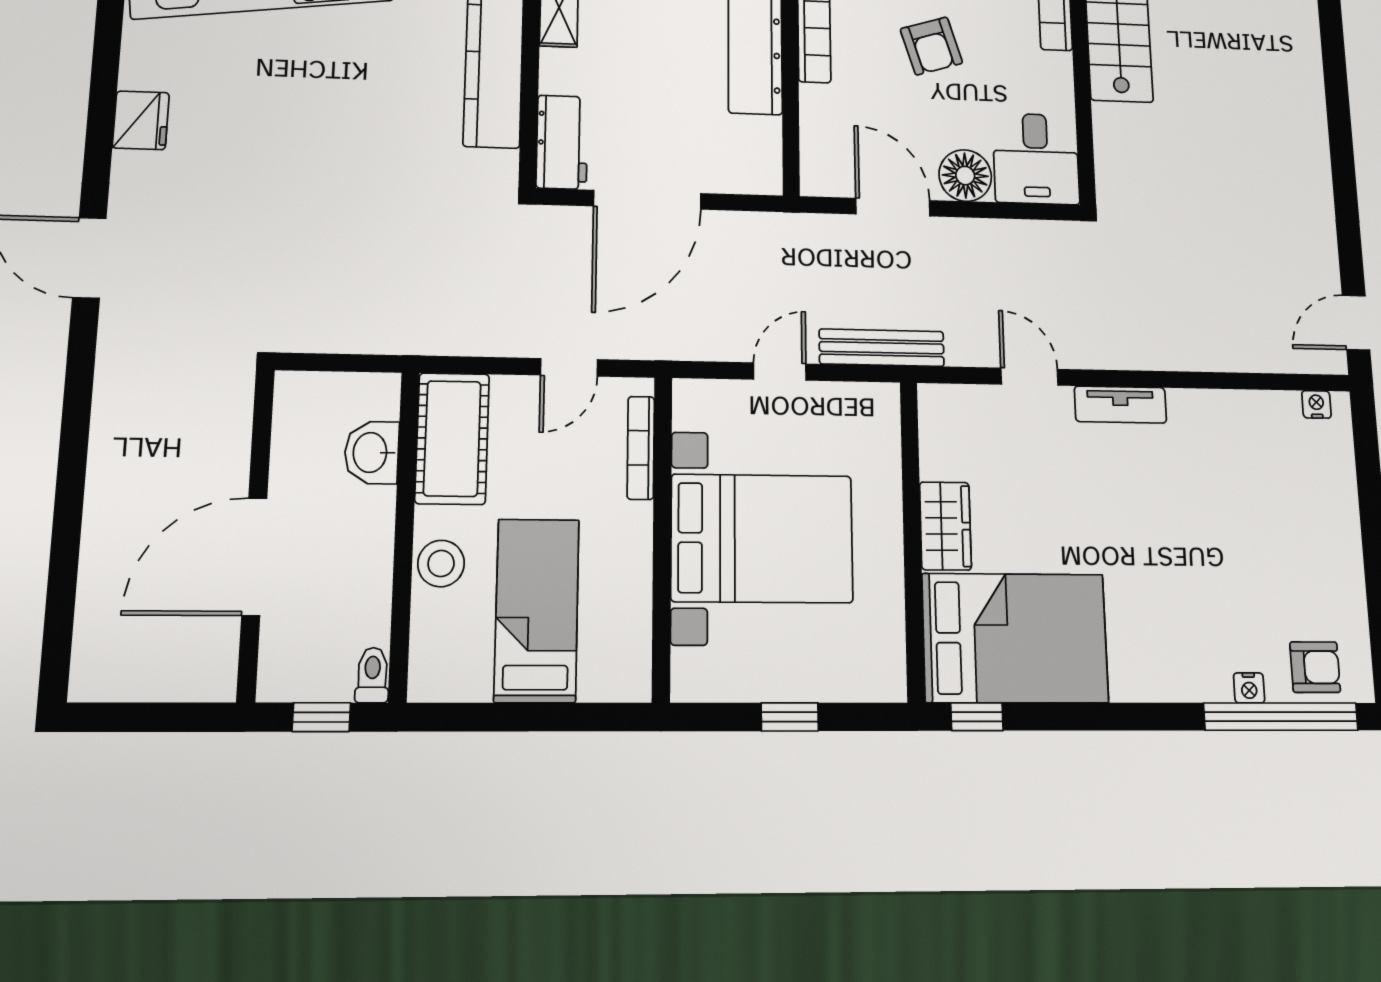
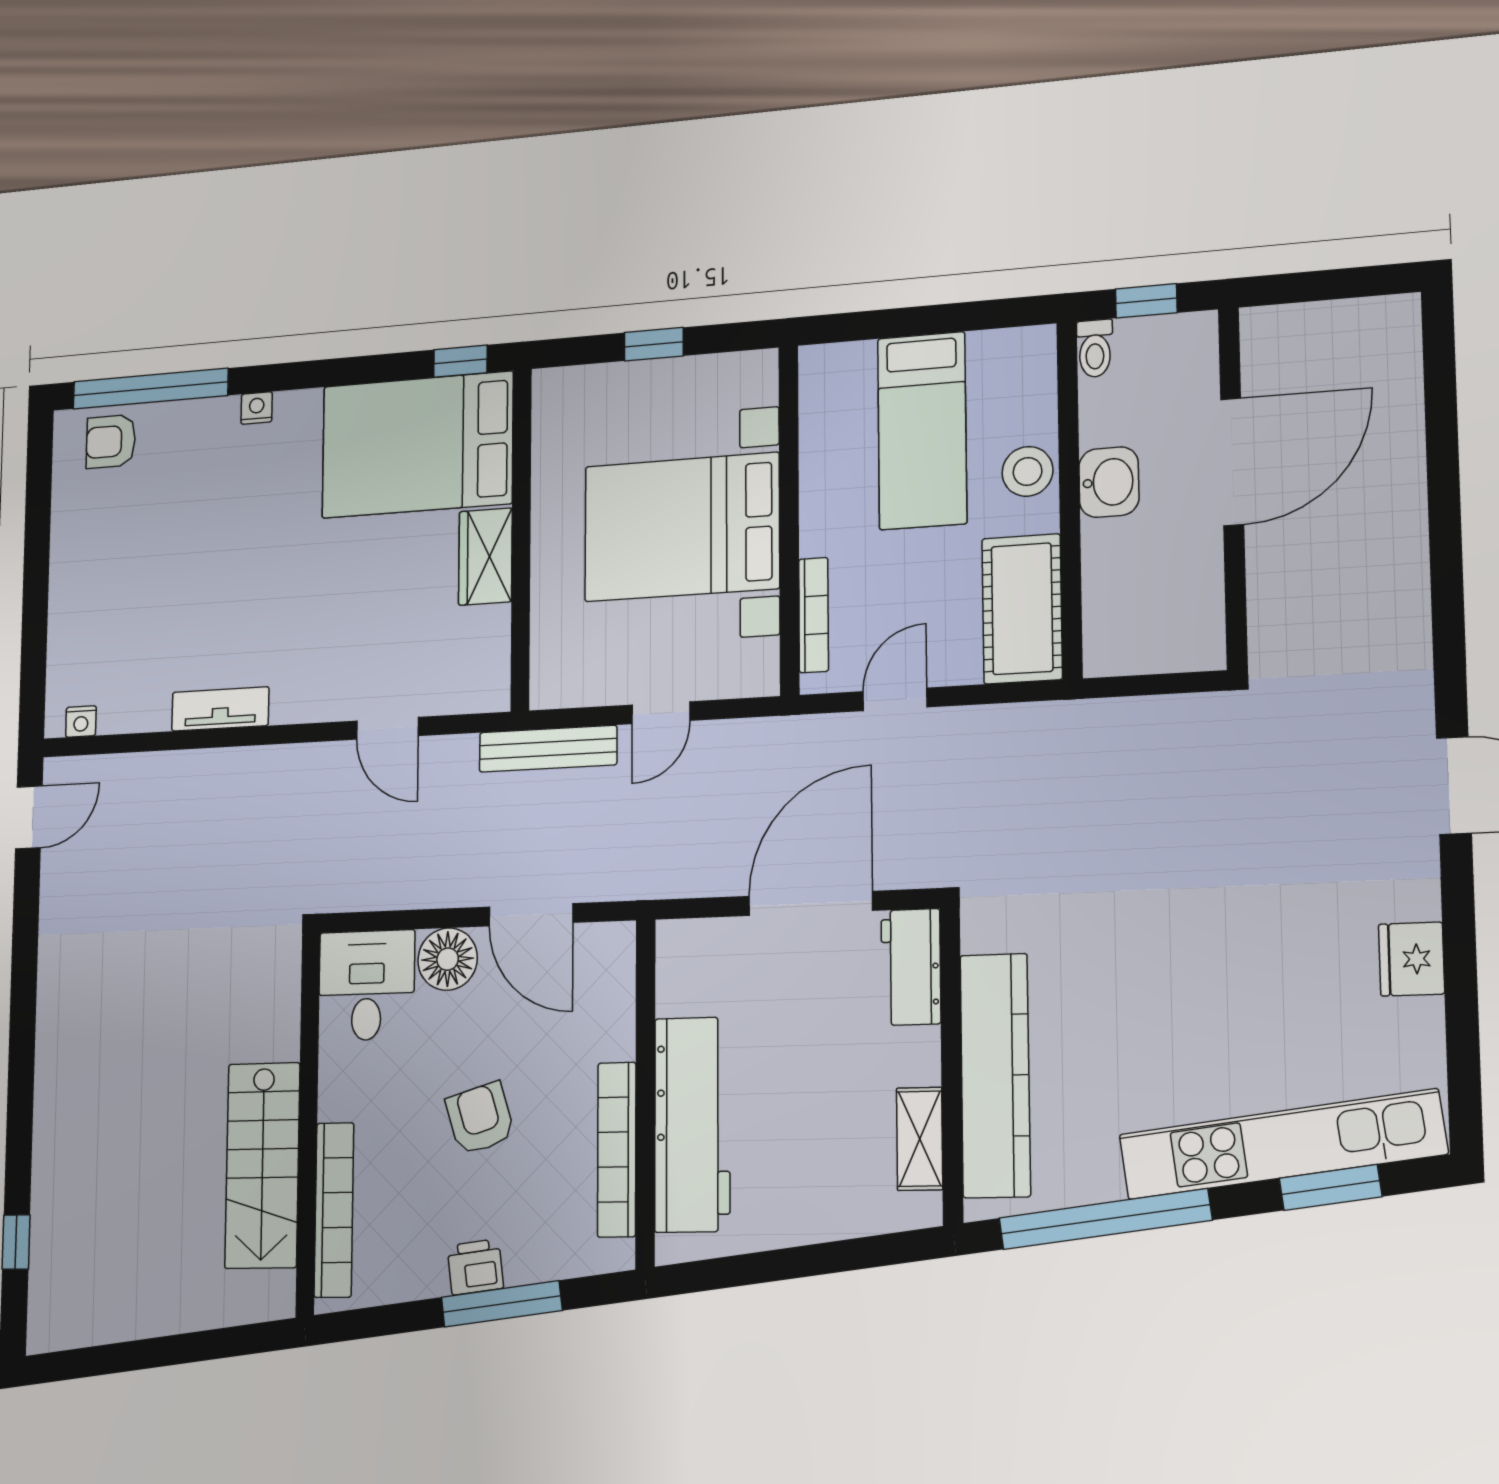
tv unit: (1120, 405) -> (220, 709), moved
washbasin: (372, 453) -> (1109, 482), moved
nightstand: (1249, 688) -> (257, 408), moved

